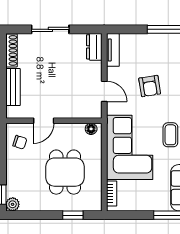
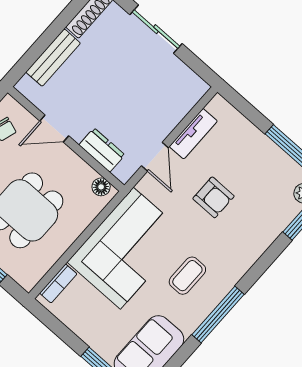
dresser: (94, 47) -> (102, 150), moved, turned 90
tv unit: (113, 50) -> (193, 134), moved
armchair: (150, 86) -> (213, 197), turned -81

